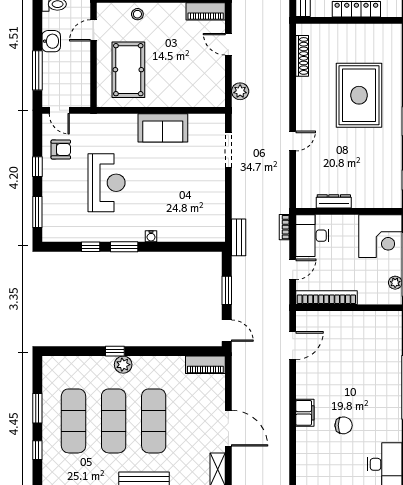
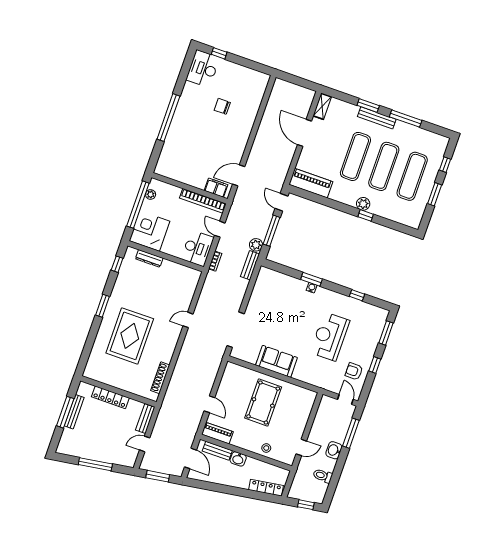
pool table: (128, 70) -> (263, 403), moved
plant: (240, 91) -> (256, 245), moved
doorway: (228, 150) -> (236, 330), width x1.36
dresser: (334, 201) -> (149, 258), moved
window: (124, 247) -> (311, 279), moved
door: (293, 269) -> (220, 229), hinge flipped
window: (227, 290) -> (271, 231), width x1.44
piano: (205, 365) -> (311, 183), width x1.37, depth x1.33
filing cabinet: (305, 413) -> (216, 188), moved, turned 90

